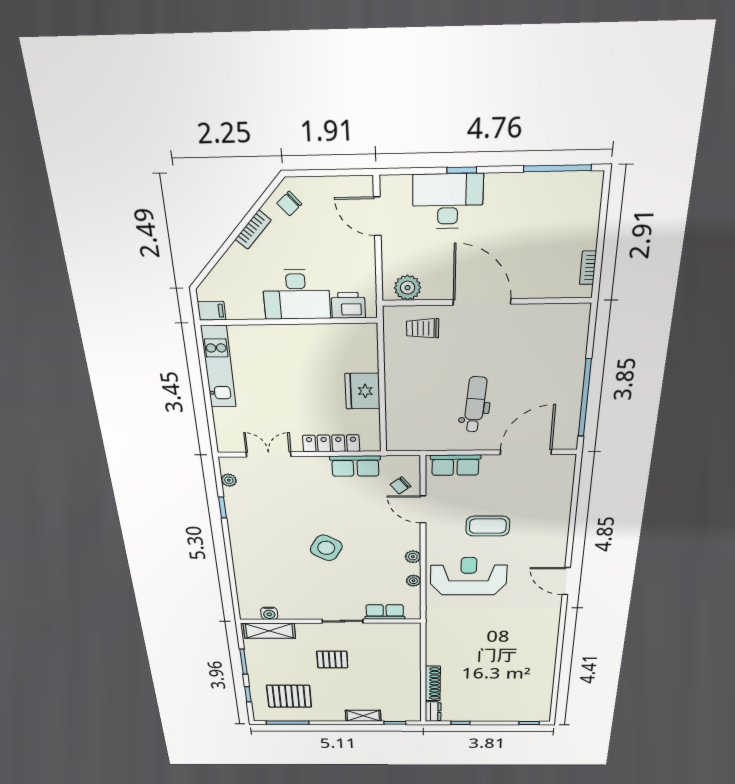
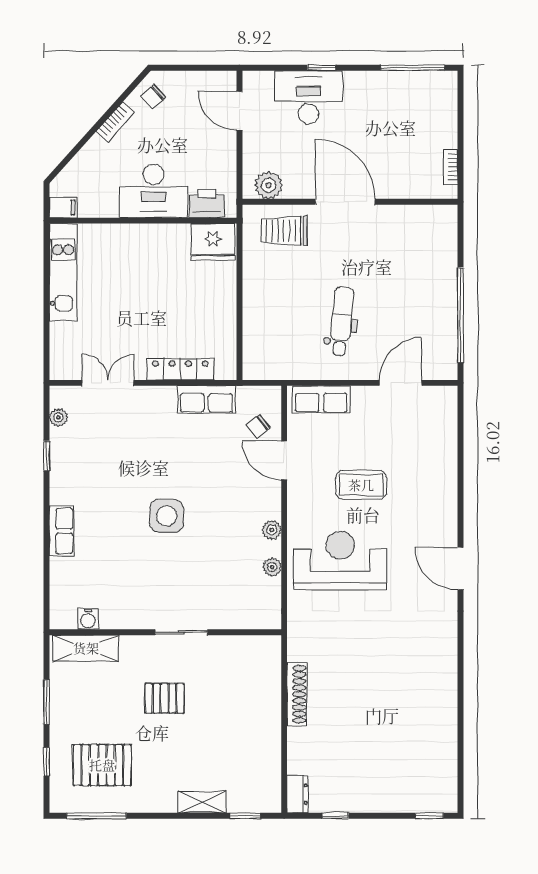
trolley: (423, 328) -> (284, 231), width x1.36, depth x1.39
fridge: (363, 391) -> (213, 242), moved, turned -90
door: (526, 452) -> (401, 383), width x0.73
side table: (326, 548) -> (167, 516), turned -30
row of seats: (385, 612) -> (61, 531), moved, turned 90
shoe rack: (433, 683) -> (297, 694), moved

